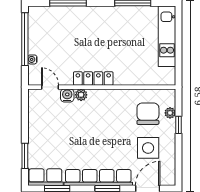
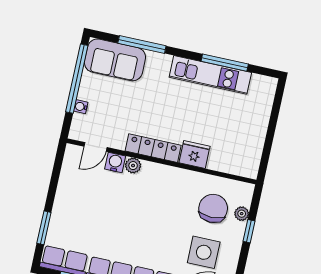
sofa: (50, 19) -> (115, 60), added
kitchen unit: (167, 36) -> (210, 75), moved, turned -90
fridge: (125, 76) -> (194, 154), added
door: (50, 87) -> (95, 147), swing flipped

